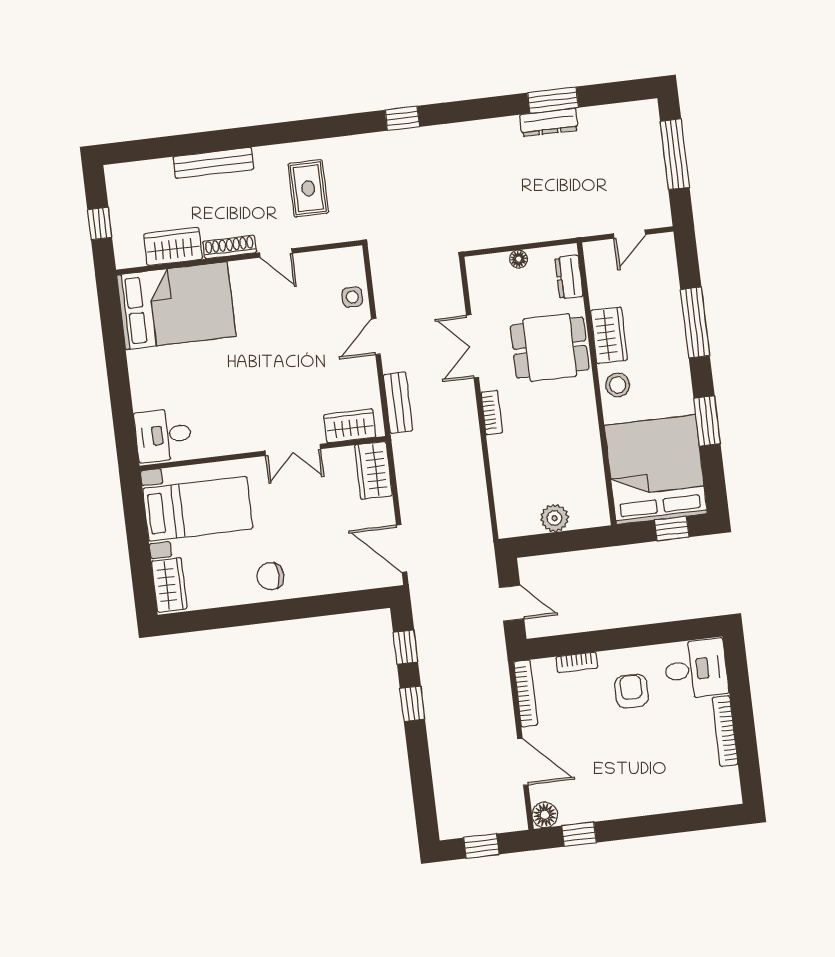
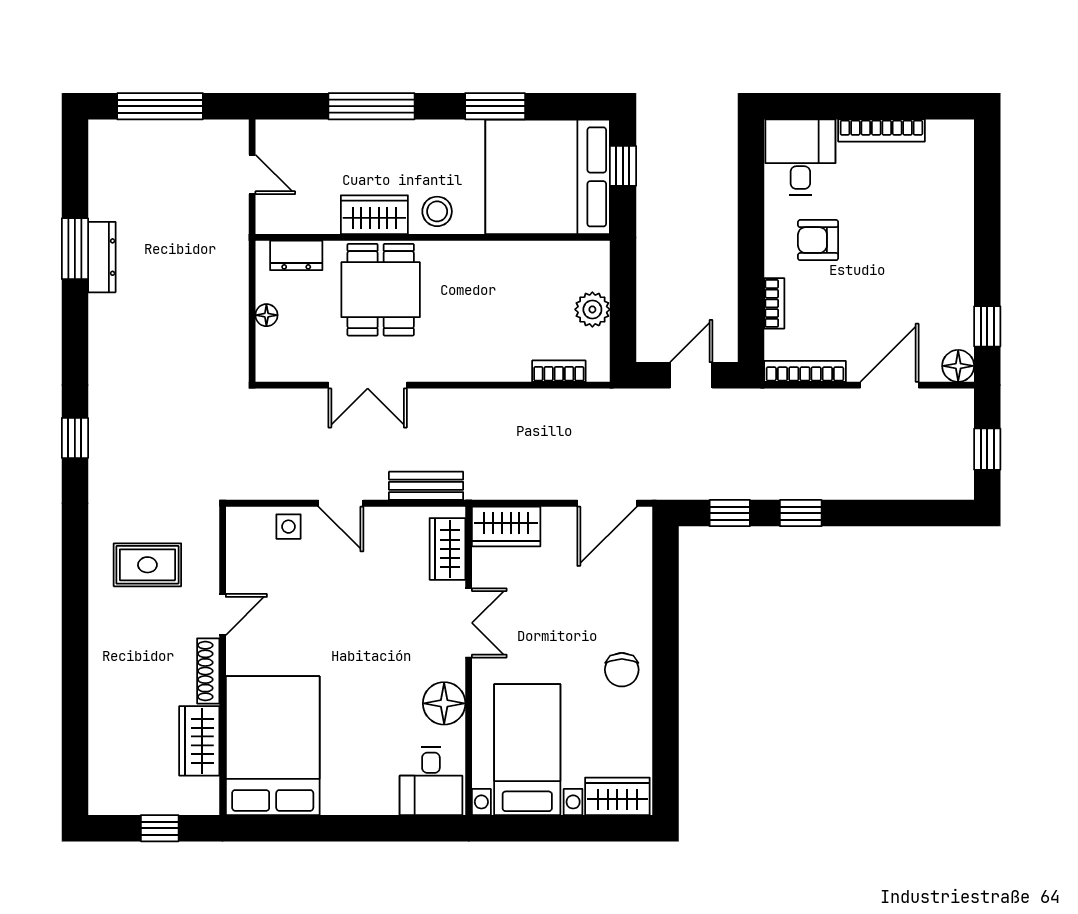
bench: (213, 163) -> (102, 678), removed
bookcase: (492, 412) -> (559, 371), moved
floor lamp: (226, 438) -> (444, 703), added

